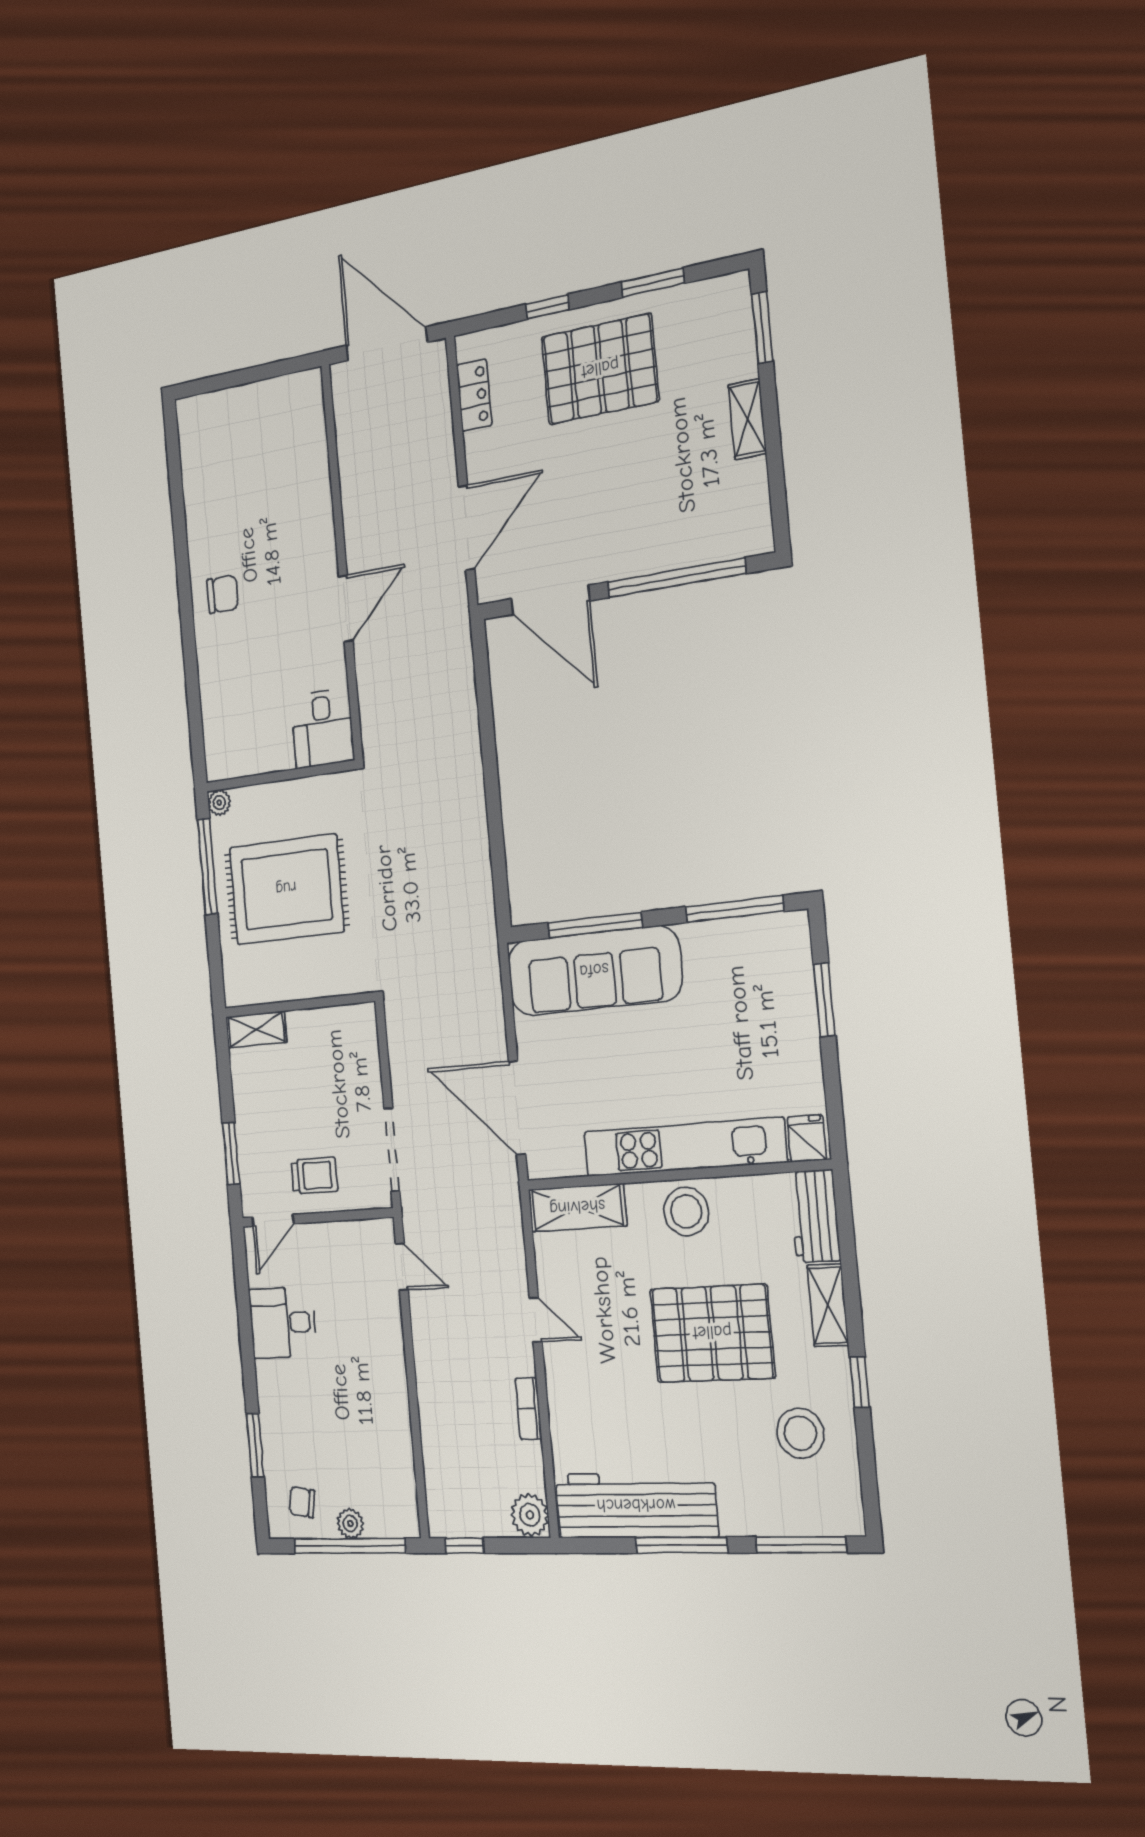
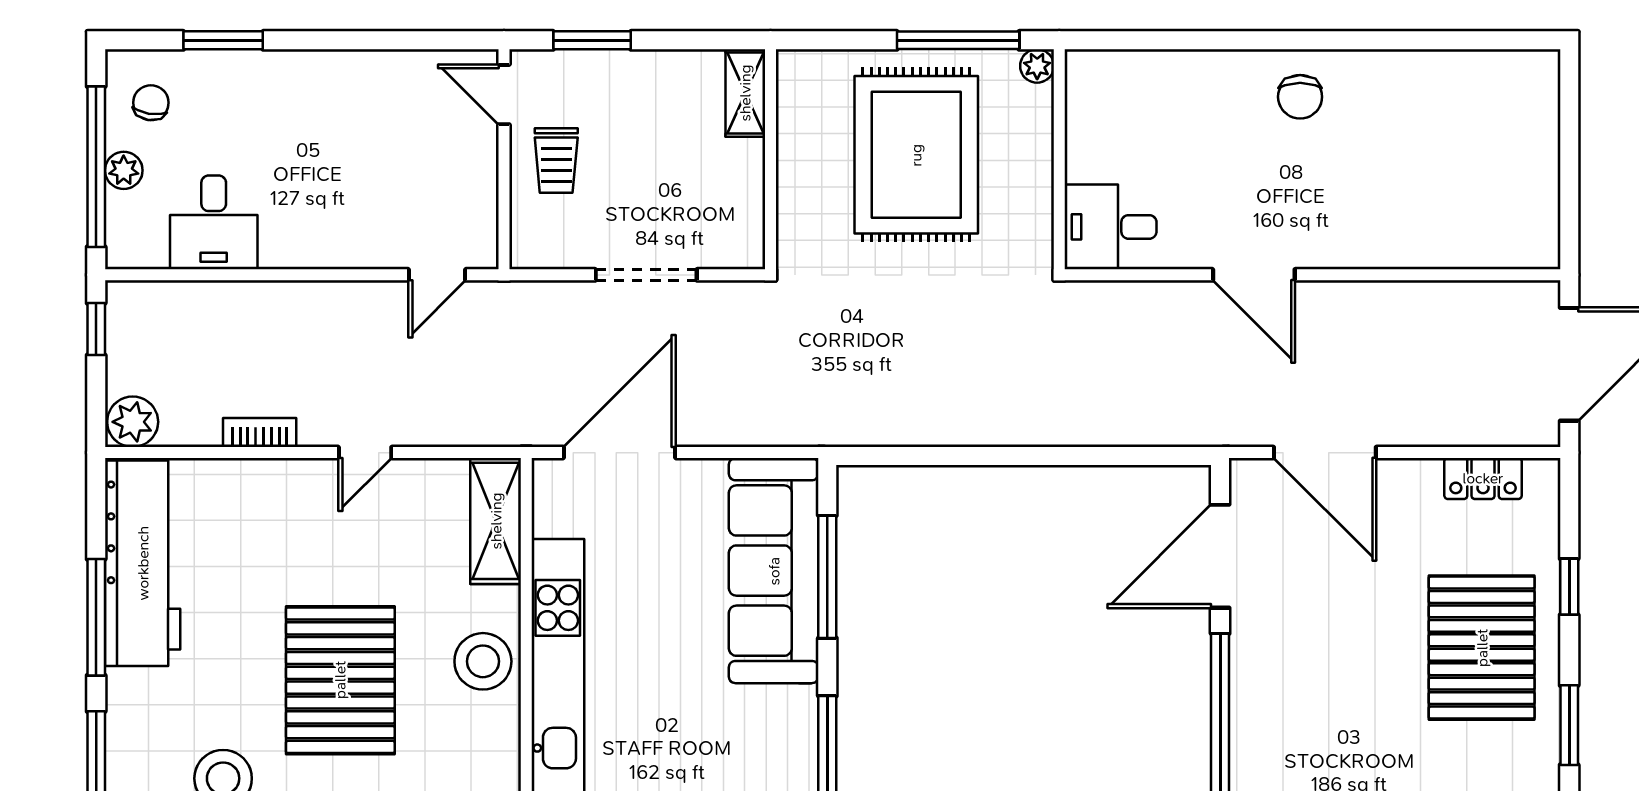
doorway: (392, 1150) -> (646, 275), moved
desk: (283, 1323) -> (214, 222), moved, turned 180

